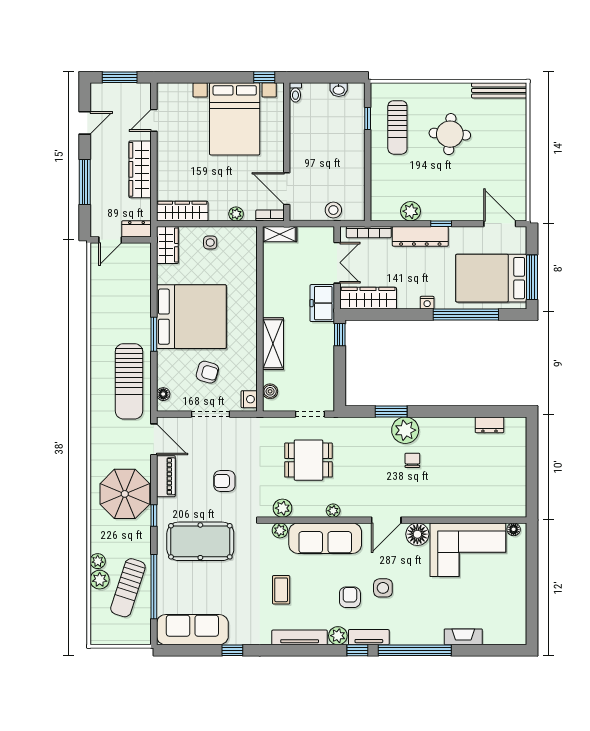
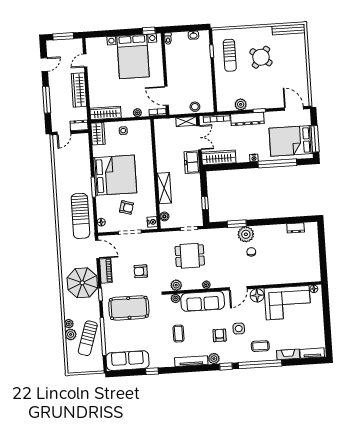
round table: (450, 134) -> (261, 57), turned 34
shelving: (280, 234) -> (186, 122), moved
window: (340, 335) -> (205, 203), moved
coffee table: (417, 620) -> (260, 346), added
tv unit: (369, 637) -> (312, 353), moved

